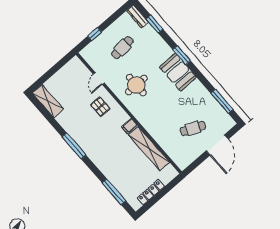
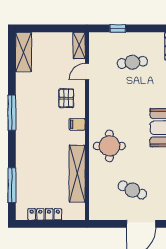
shelving: (79, 66) -> (79, 46), added
round table: (136, 85) -> (109, 146), moved
filing cabinet: (129, 126) -> (77, 124), moved

